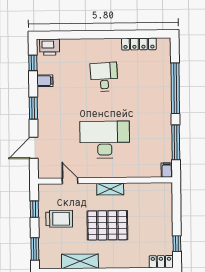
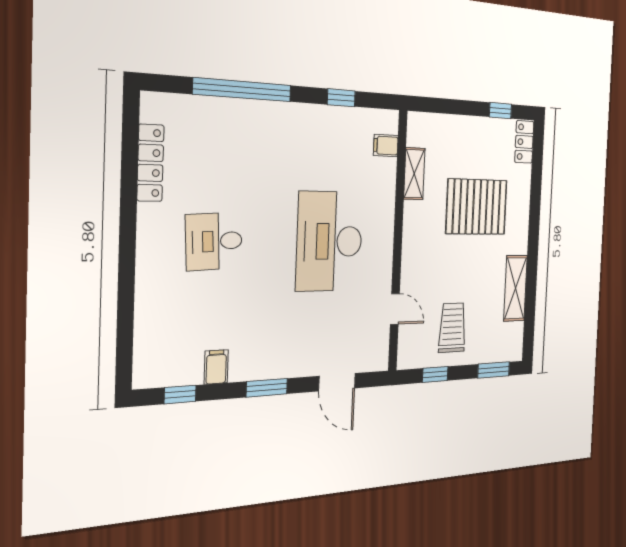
printer: (50, 47) -> (149, 360), removed
window: (176, 142) -> (341, 98), width x0.46
filing cabinet: (167, 170) -> (386, 146), moved
door: (70, 181) -> (395, 309), swing flipped
shelving: (110, 189) -> (414, 174), moved
pallet: (107, 225) -> (477, 207), moved, turned 90

